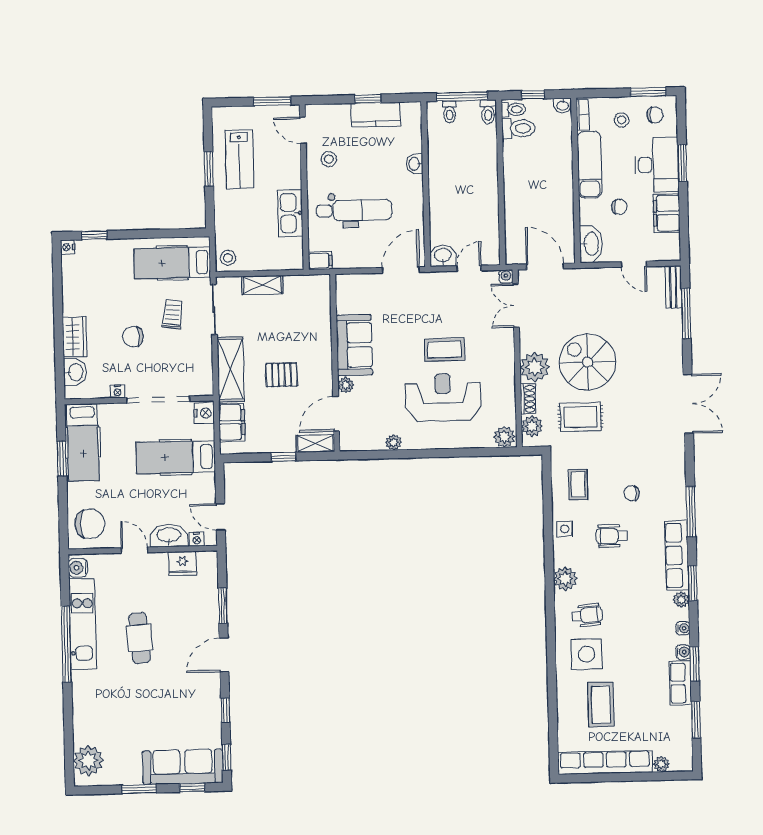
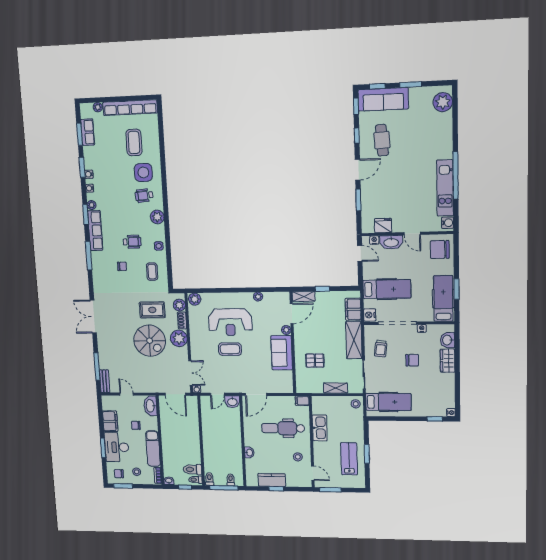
trolley: (173, 314) -> (381, 349), moved
pallet: (282, 375) -> (315, 361), moved
cafe table: (140, 638) -> (382, 140), moved
row of seats: (680, 683) -> (88, 132), moved

